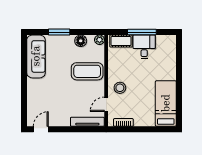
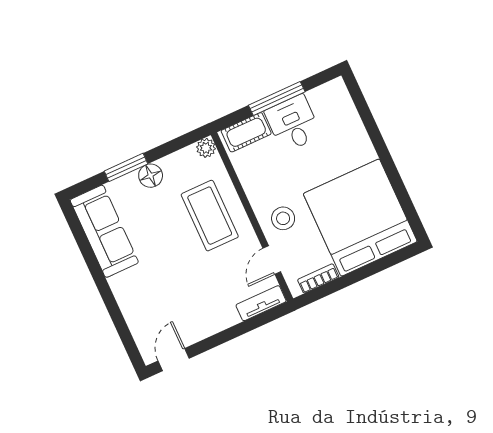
floor lamp: (81, 41) -> (151, 176), moved
coffee table: (87, 71) -> (210, 216), turned 90
bed: (166, 103) -> (360, 218), width x2.04
tv unit: (87, 122) -> (261, 303), width x0.71

